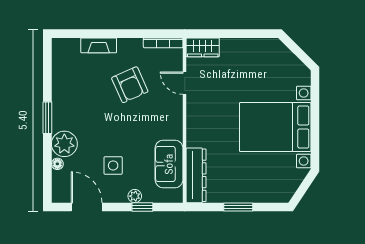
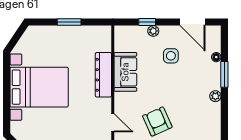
window: (47, 118) -> (224, 74), moved
plant: (64, 144) -> (215, 96), moved, width x0.53, depth x0.53
sofa: (169, 164) -> (125, 72), moved
dresser: (196, 175) -> (103, 75), moved

